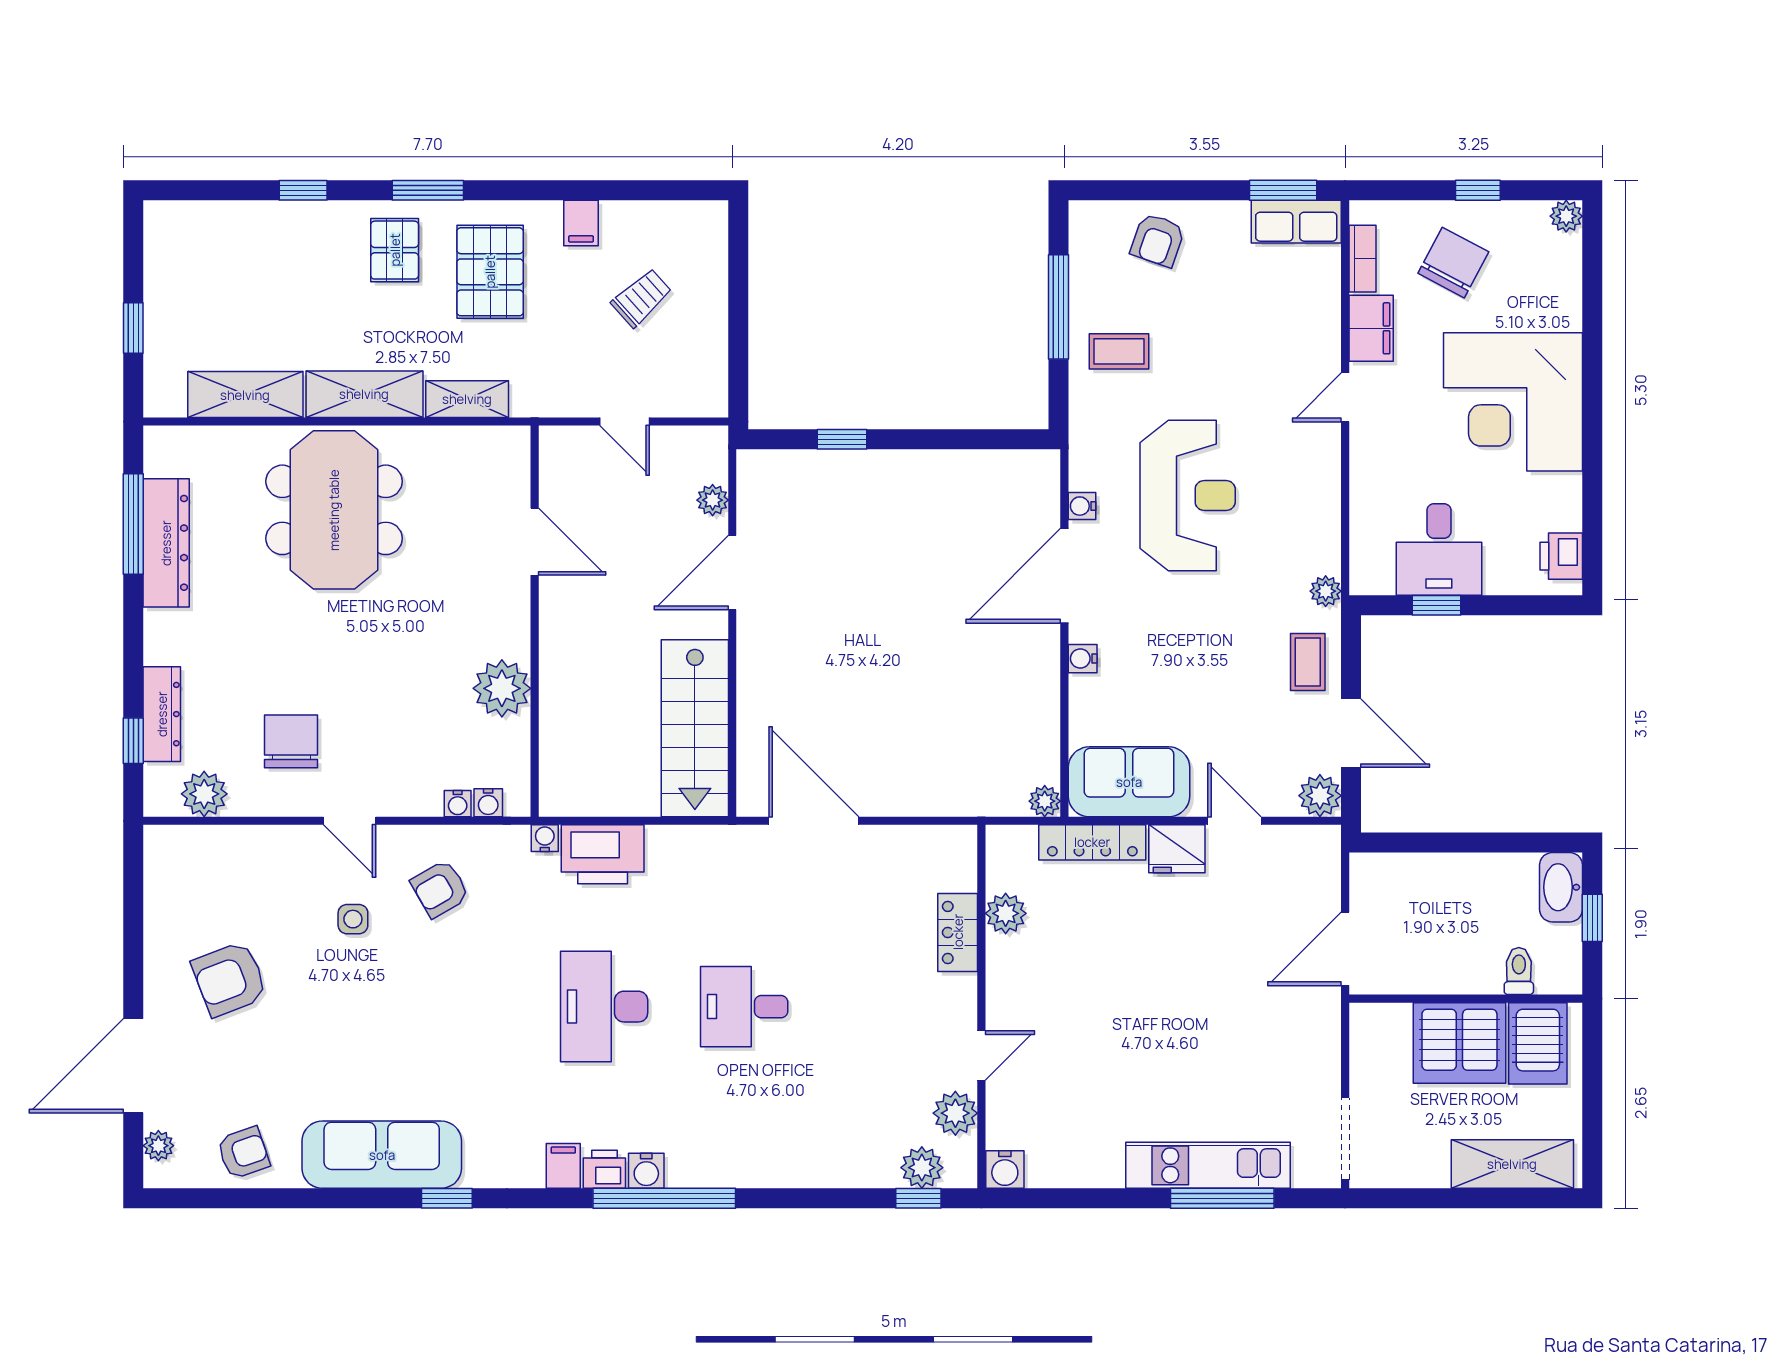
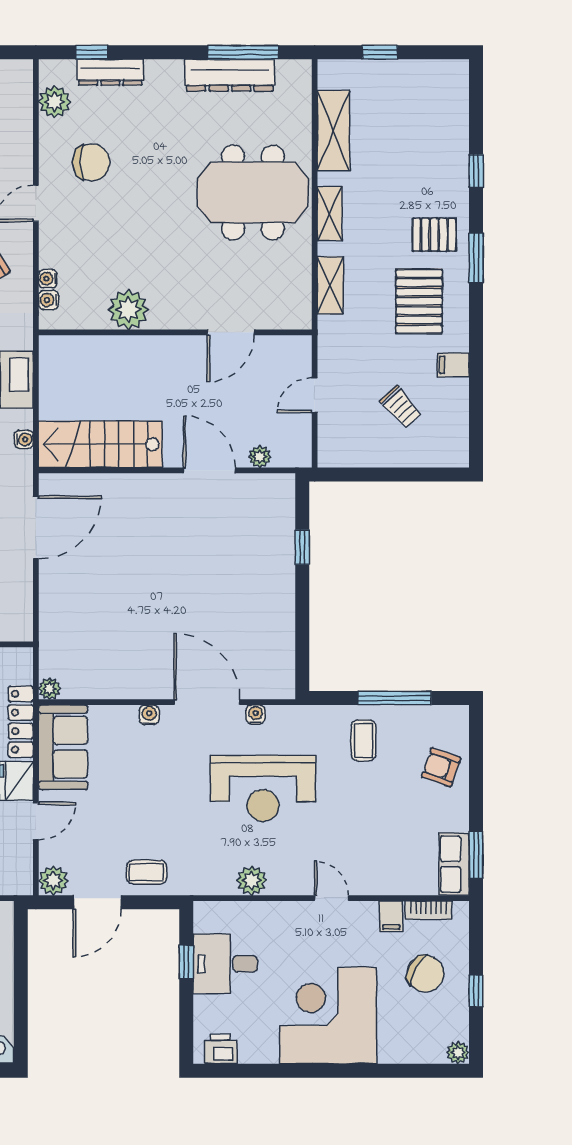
pallet: (490, 272) -> (419, 301), turned 90
filing cabinet: (1371, 328) -> (391, 916), width x0.50
shelving: (364, 394) -> (330, 214), width x0.67, depth x0.75
plant: (1326, 591) -> (252, 881), moved, width x1.38, depth x1.38
water cooler: (545, 838) -> (24, 439), moved

